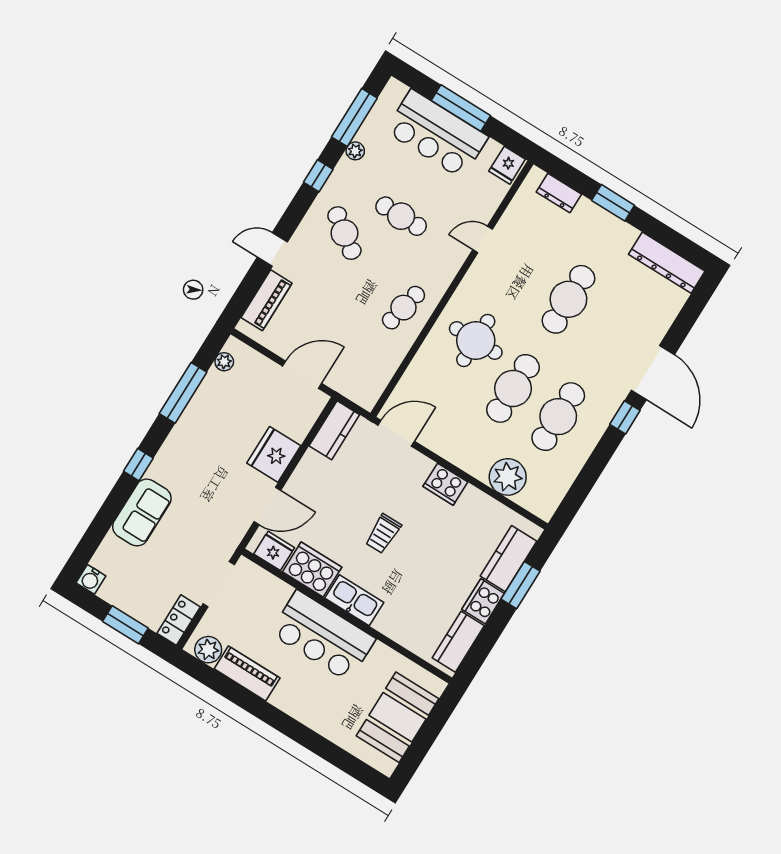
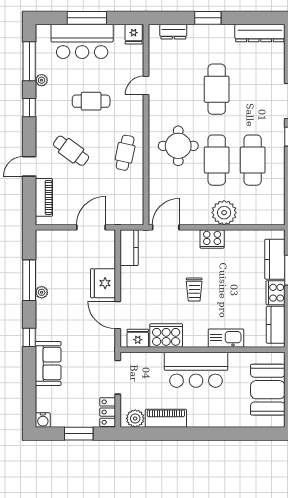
cafe table: (344, 233) -> (71, 151), moved
plant: (224, 362) -> (42, 292), moved
plant: (508, 477) -> (224, 213), moved
door: (267, 506) -> (118, 315), swing flipped
kitchen sink: (354, 600) -> (226, 338), moved

